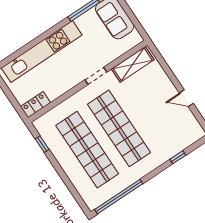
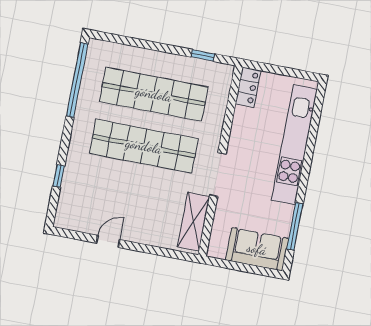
doorway: (96, 76) -> (218, 174), width x1.38

